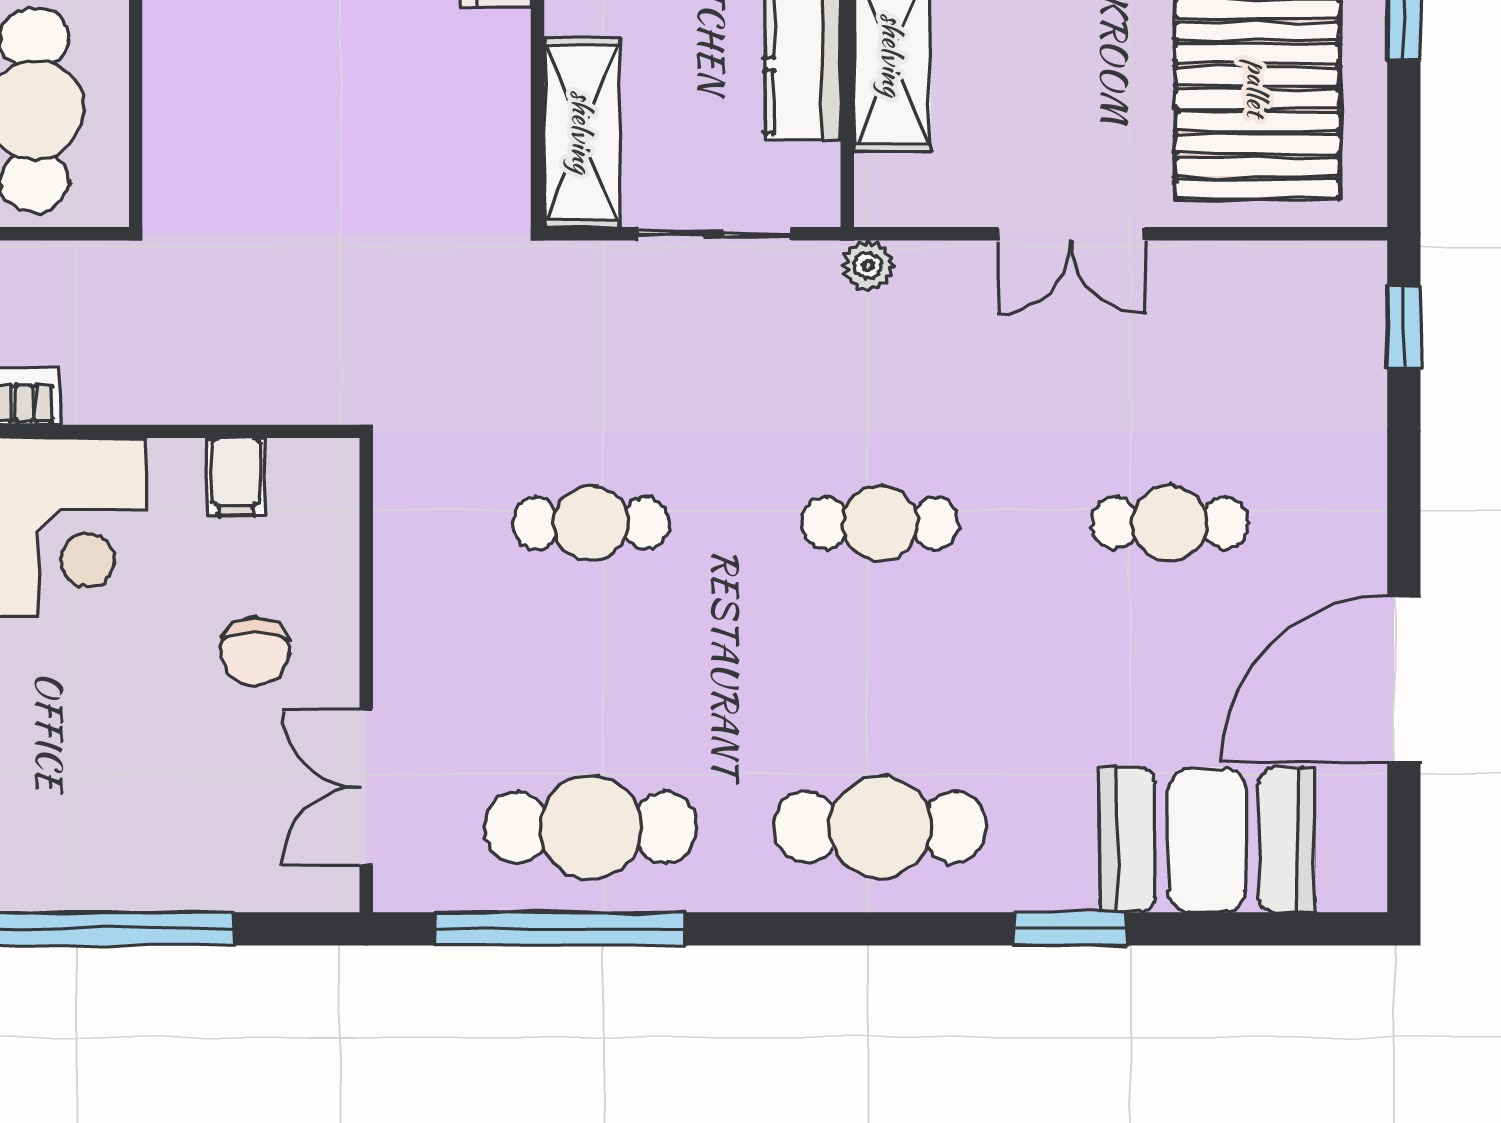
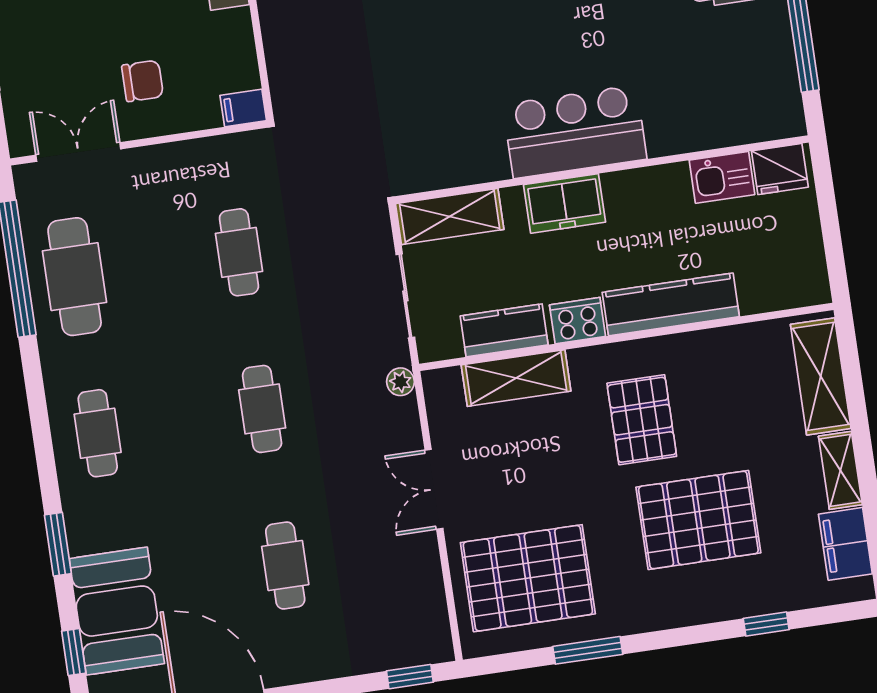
filing cabinet: (236, 477) -> (243, 108), moved
chair: (255, 652) -> (142, 81), turned 180
cafe table: (880, 827) -> (98, 433), width x0.73, depth x0.74
window: (1270, 929) -> (74, 652), added

